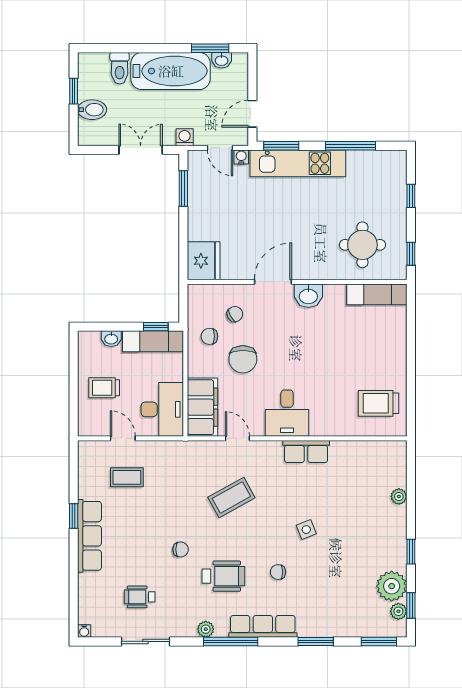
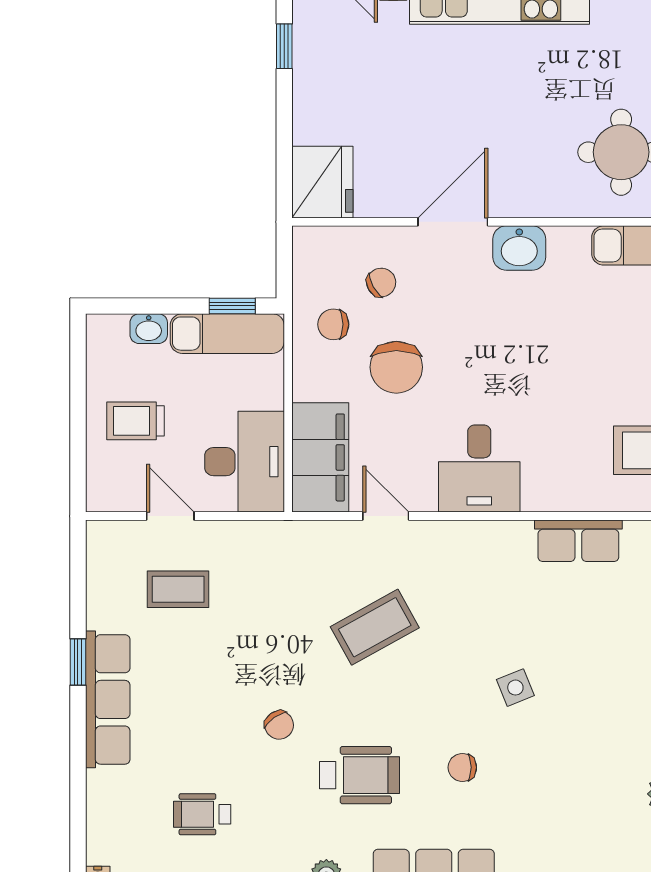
window: (183, 188) -> (284, 46), width x0.67
row of seats: (306, 451) -> (578, 541), moved
chair: (181, 549) -> (279, 725), turned 55

